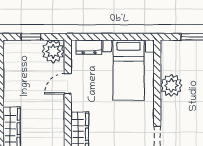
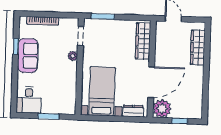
door: (68, 84) -> (151, 82), width x1.87
plant: (171, 85) -> (73, 56), moved, width x0.53, depth x0.53

